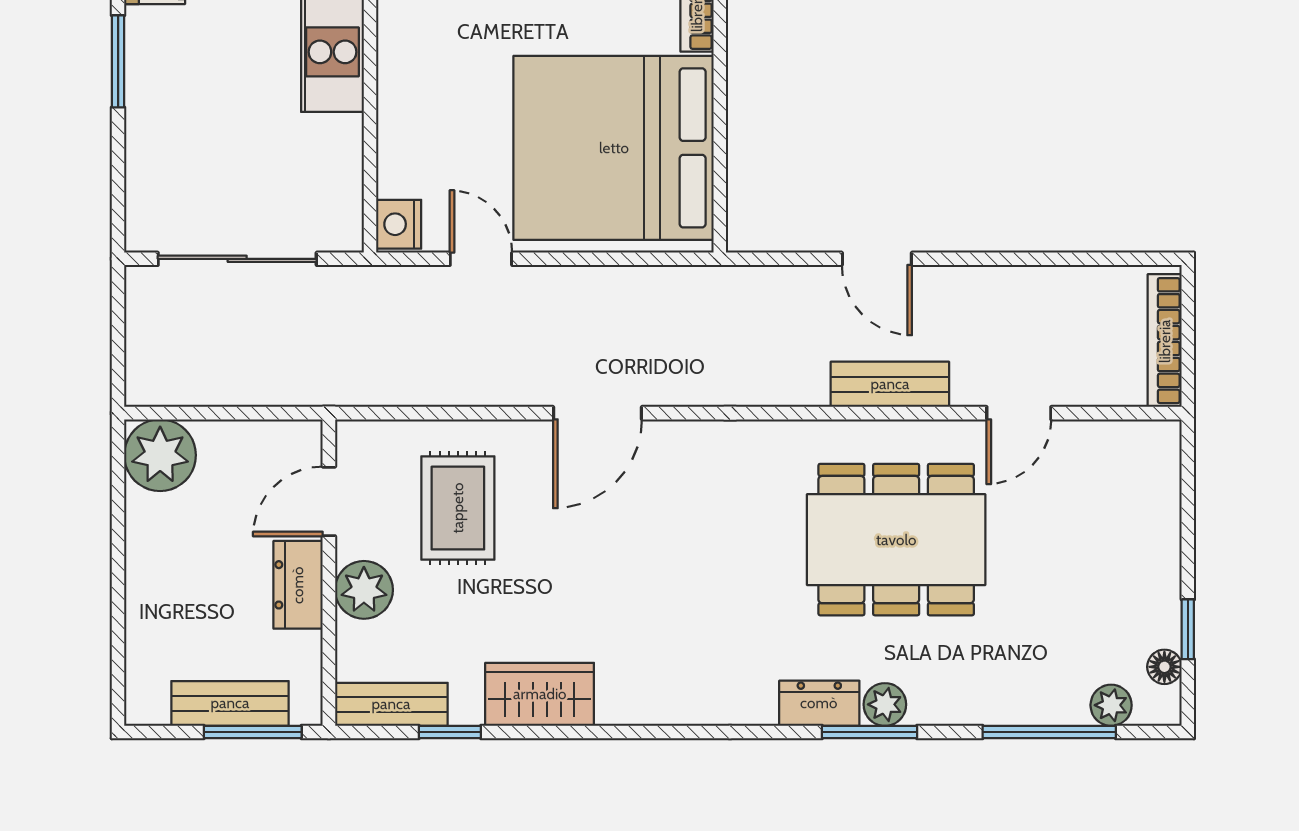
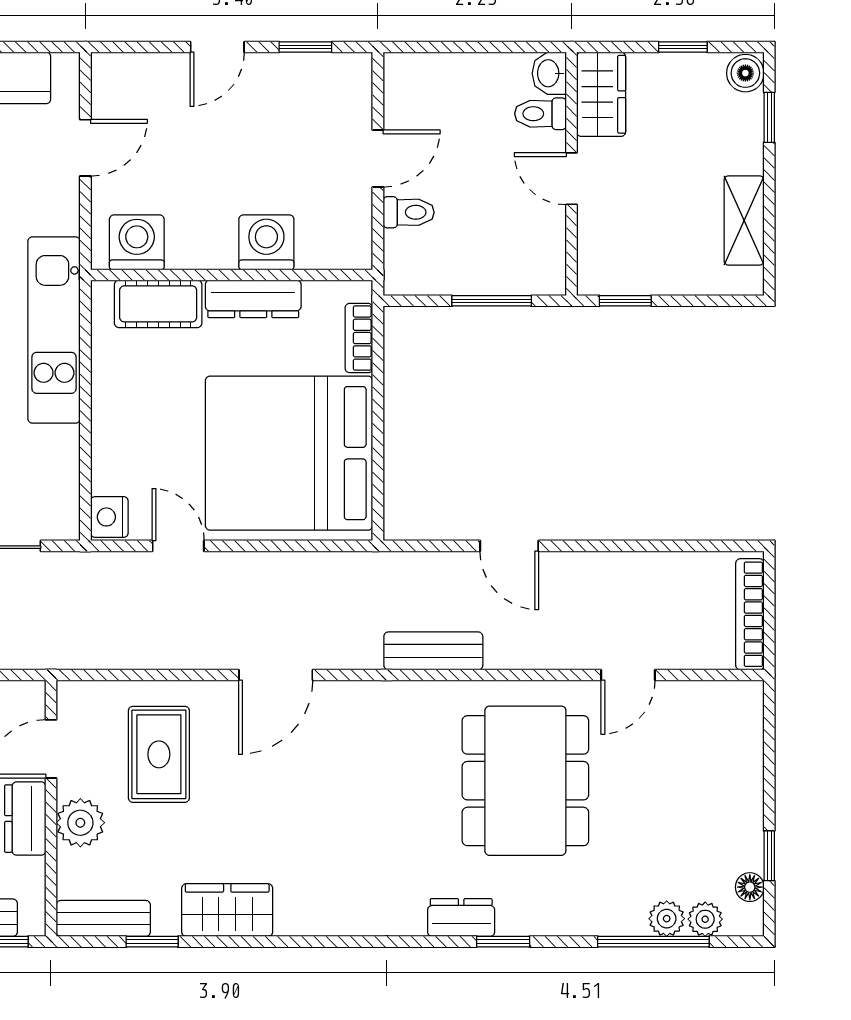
bench: (890, 384) -> (433, 651), moved
dining table: (896, 540) -> (525, 781), turned 90
plant: (885, 704) -> (667, 919), moved
window: (869, 732) -> (503, 942), width x0.67

